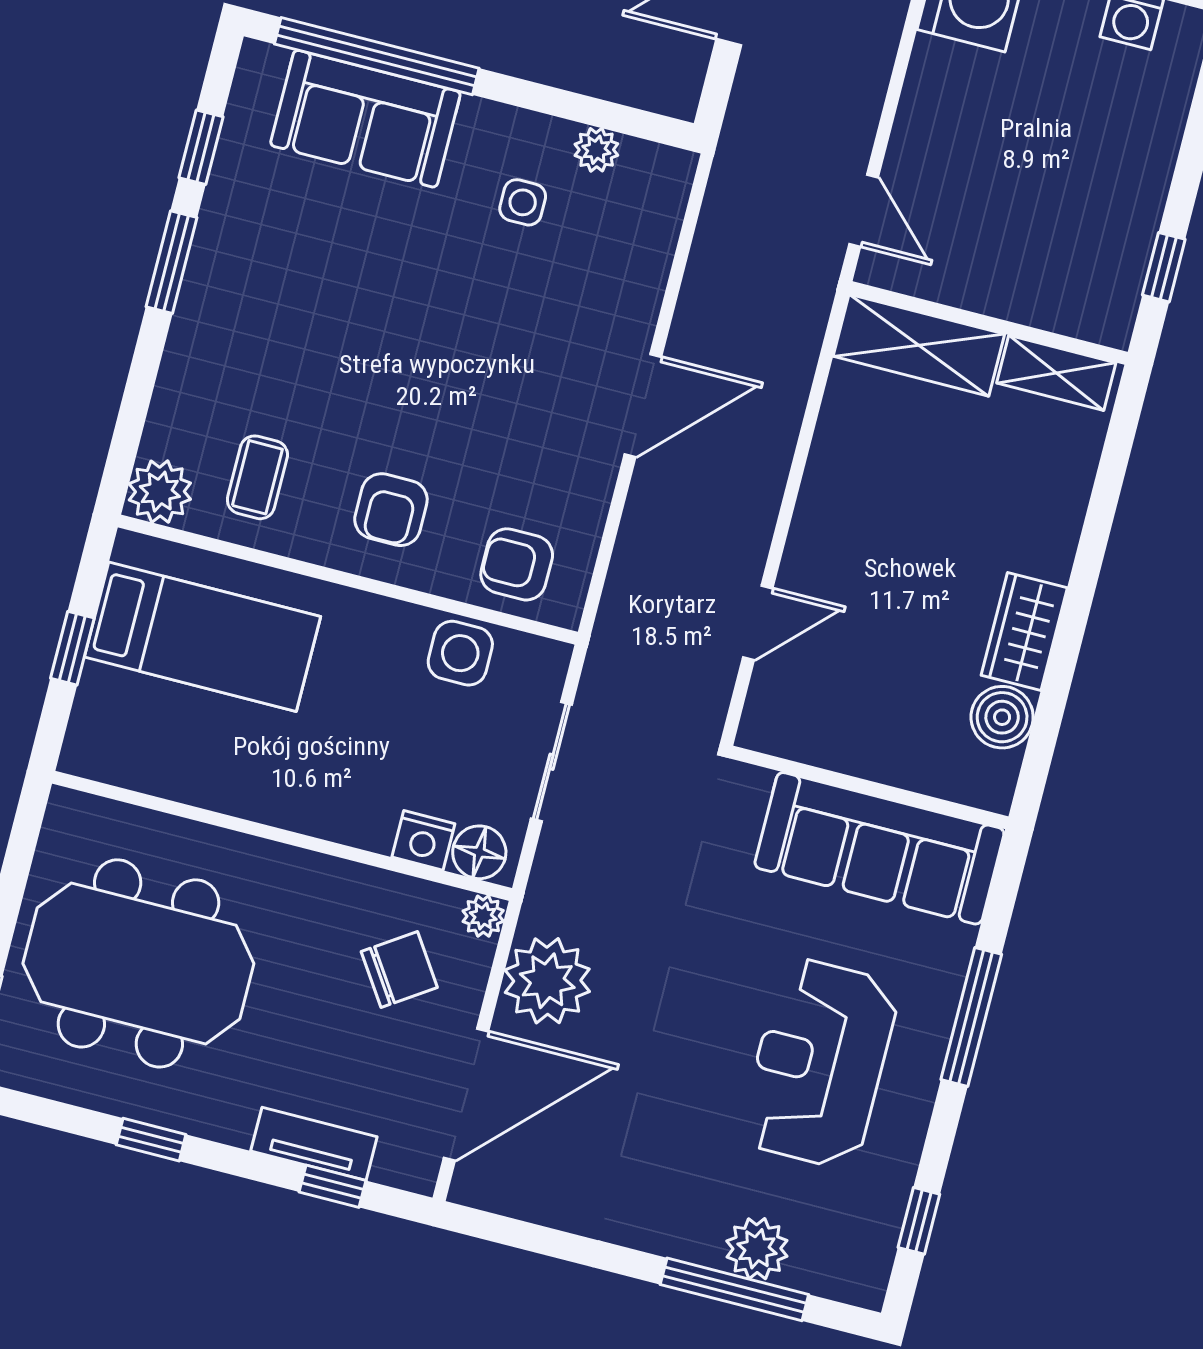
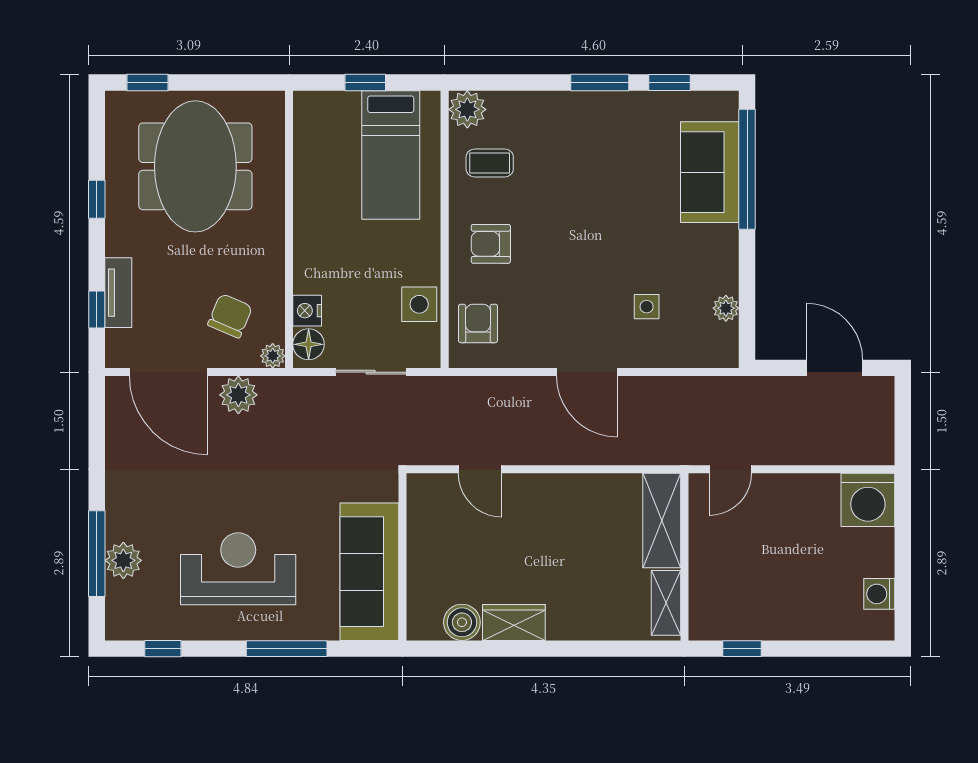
side table: (523, 202) -> (647, 307), moved
chair: (399, 969) -> (230, 316), turned -123
plant: (547, 981) -> (238, 395), width x0.73, depth x0.73

